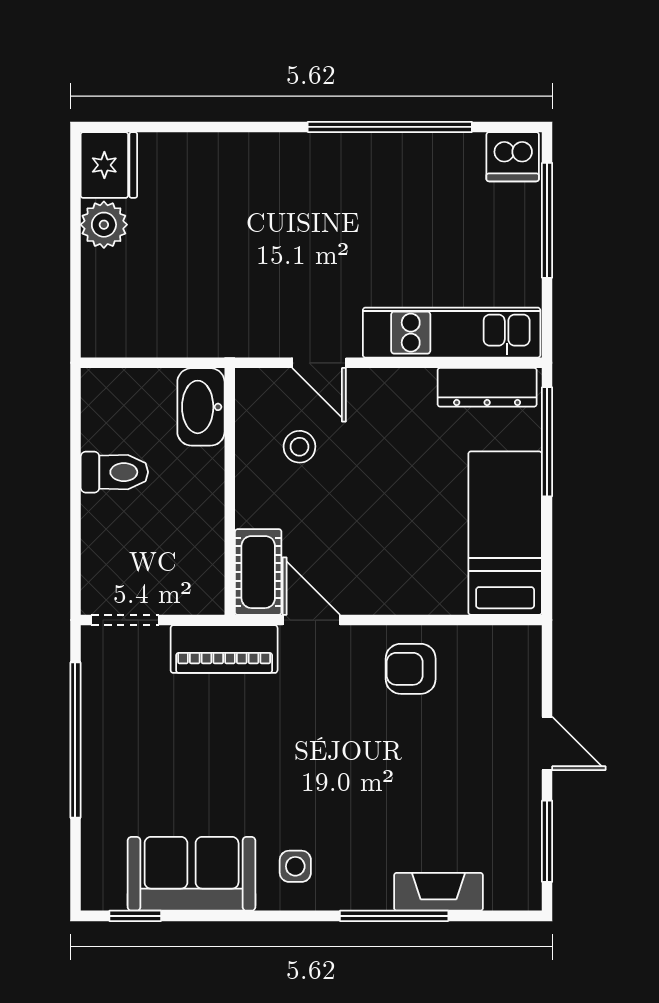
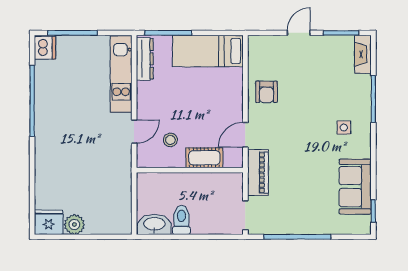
washbasin: (201, 407) -> (154, 224), moved, turned 180
cot: (258, 572) -> (204, 158), moved
side table: (295, 866) -> (344, 128), moved
fireplace: (438, 892) -> (363, 54), moved

